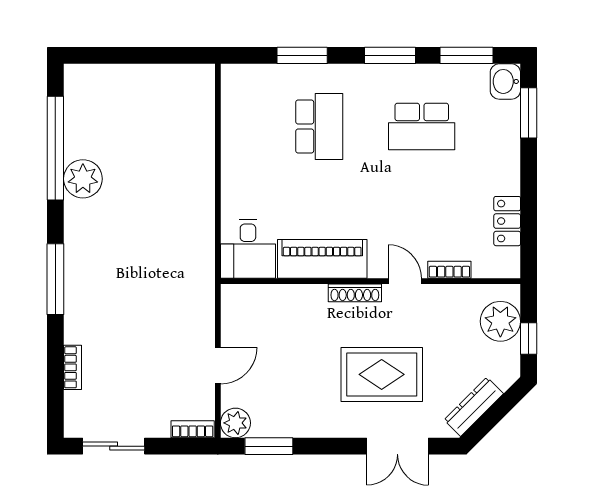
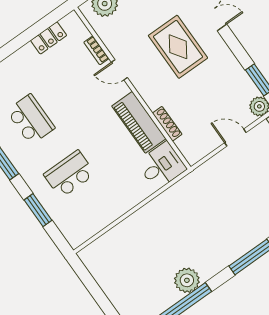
door: (405, 281) -> (119, 70), hinge flipped
shoe rack: (355, 293) -> (167, 124), moved

